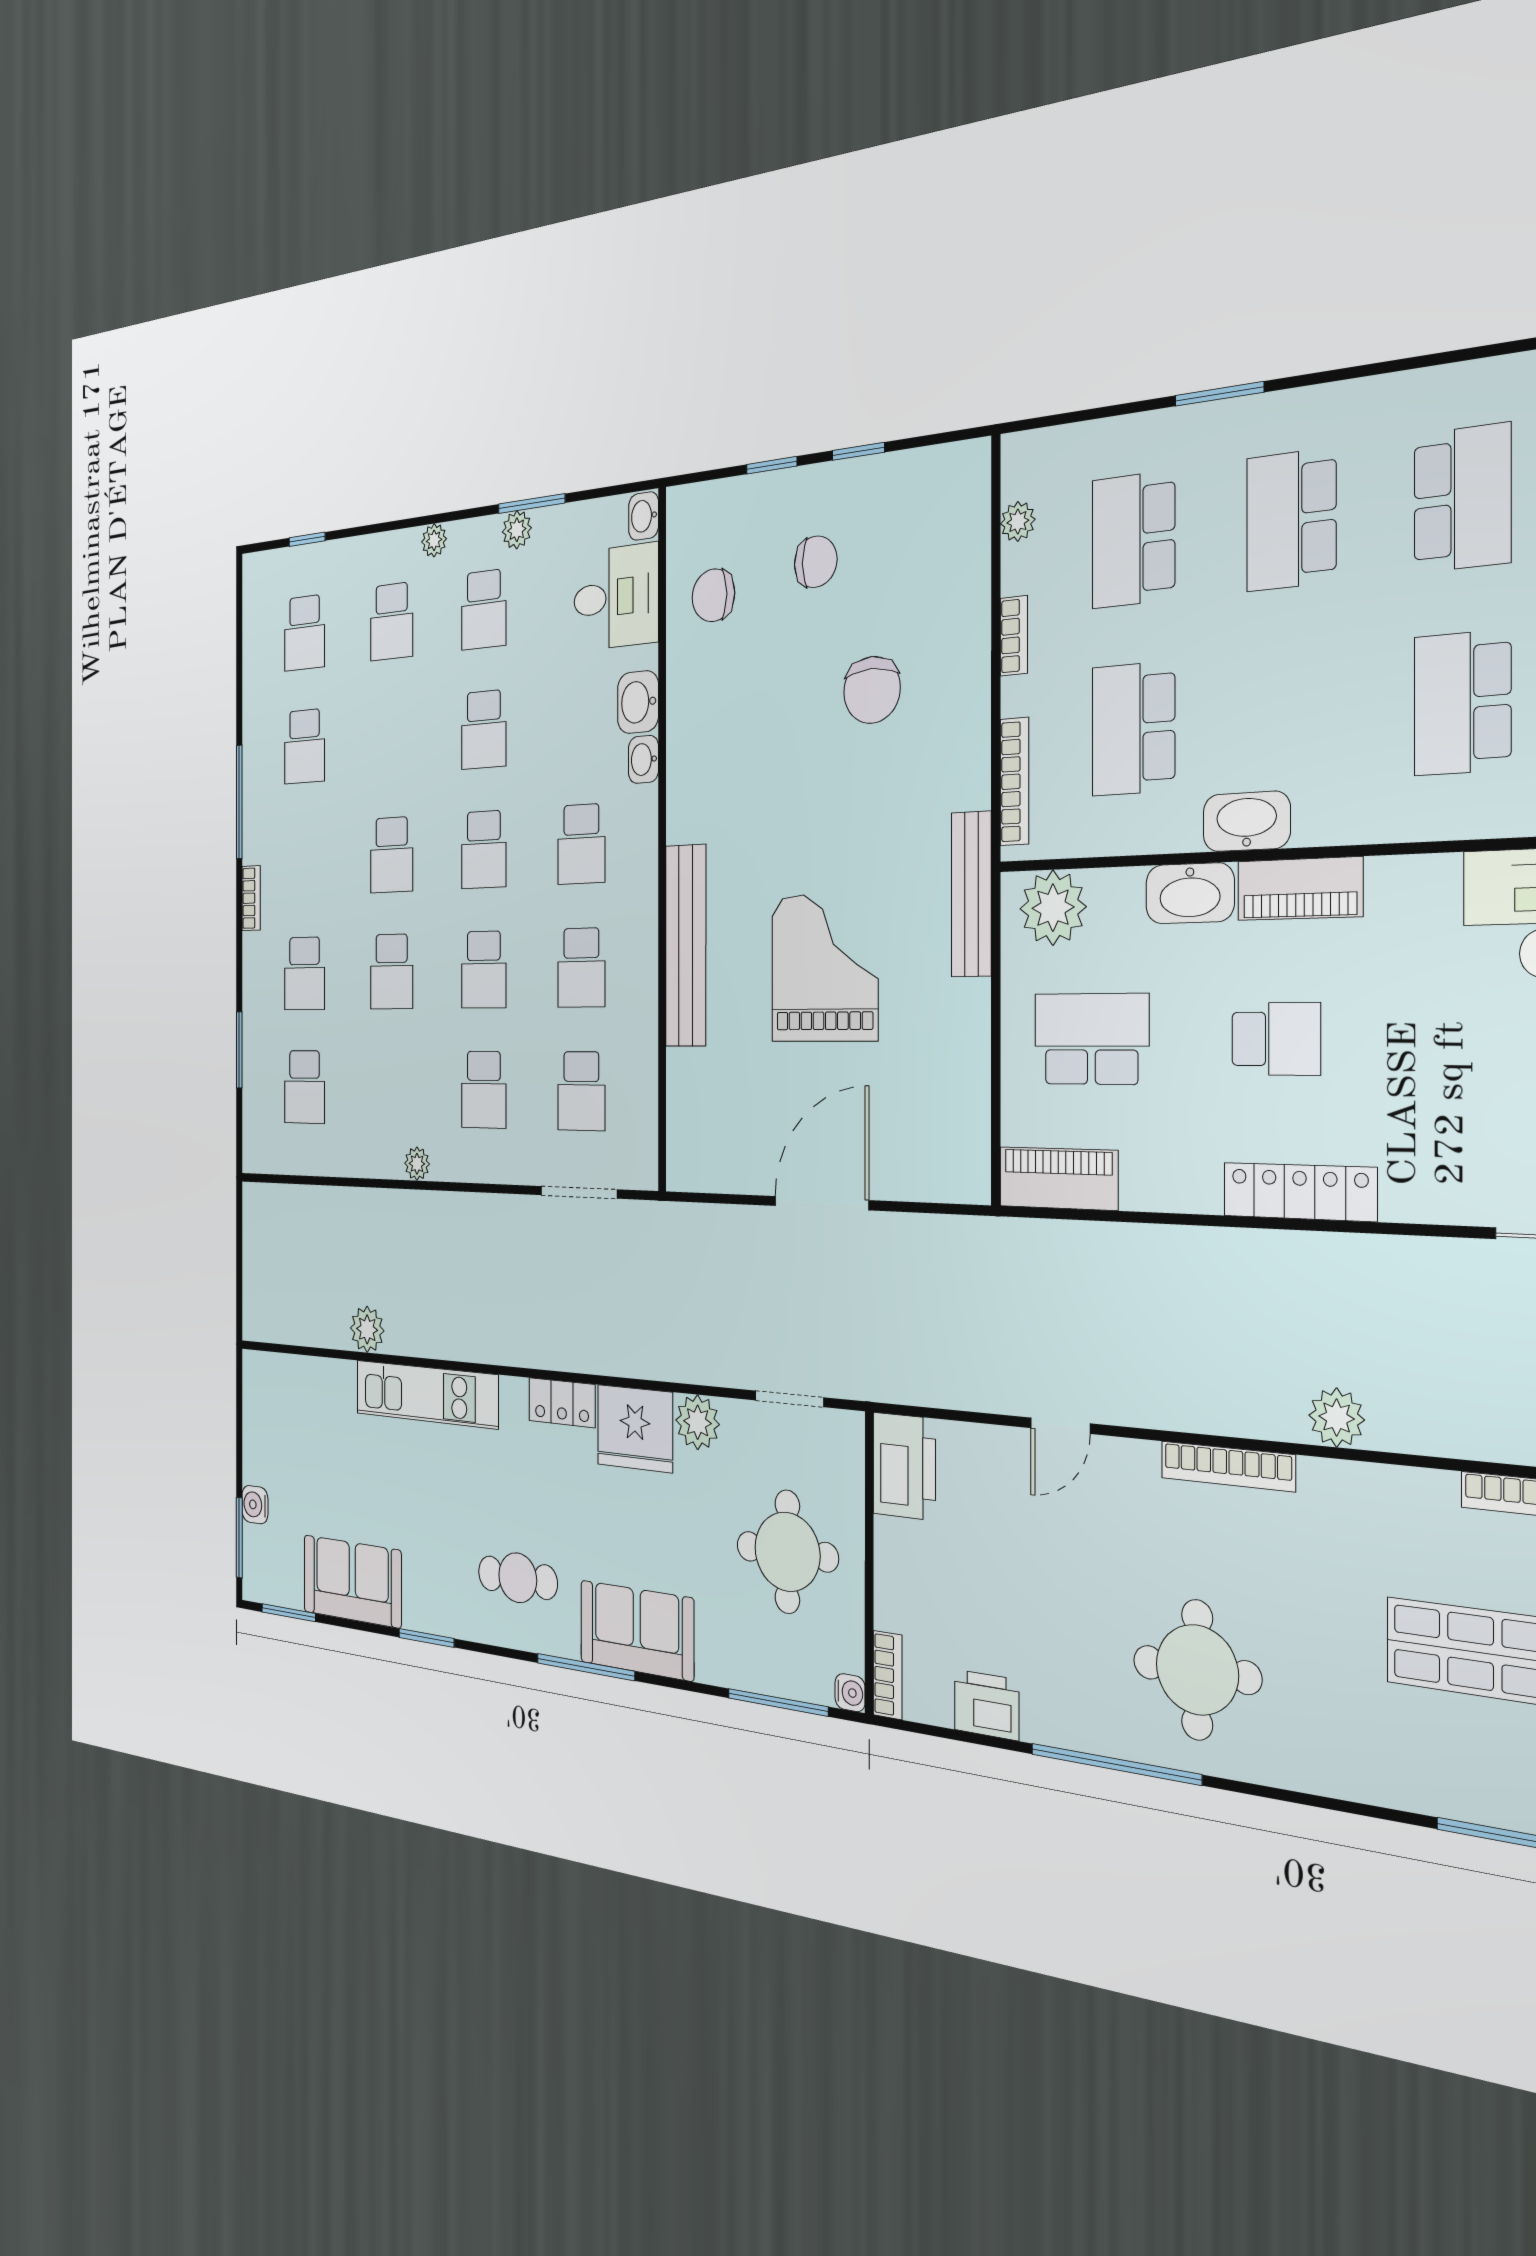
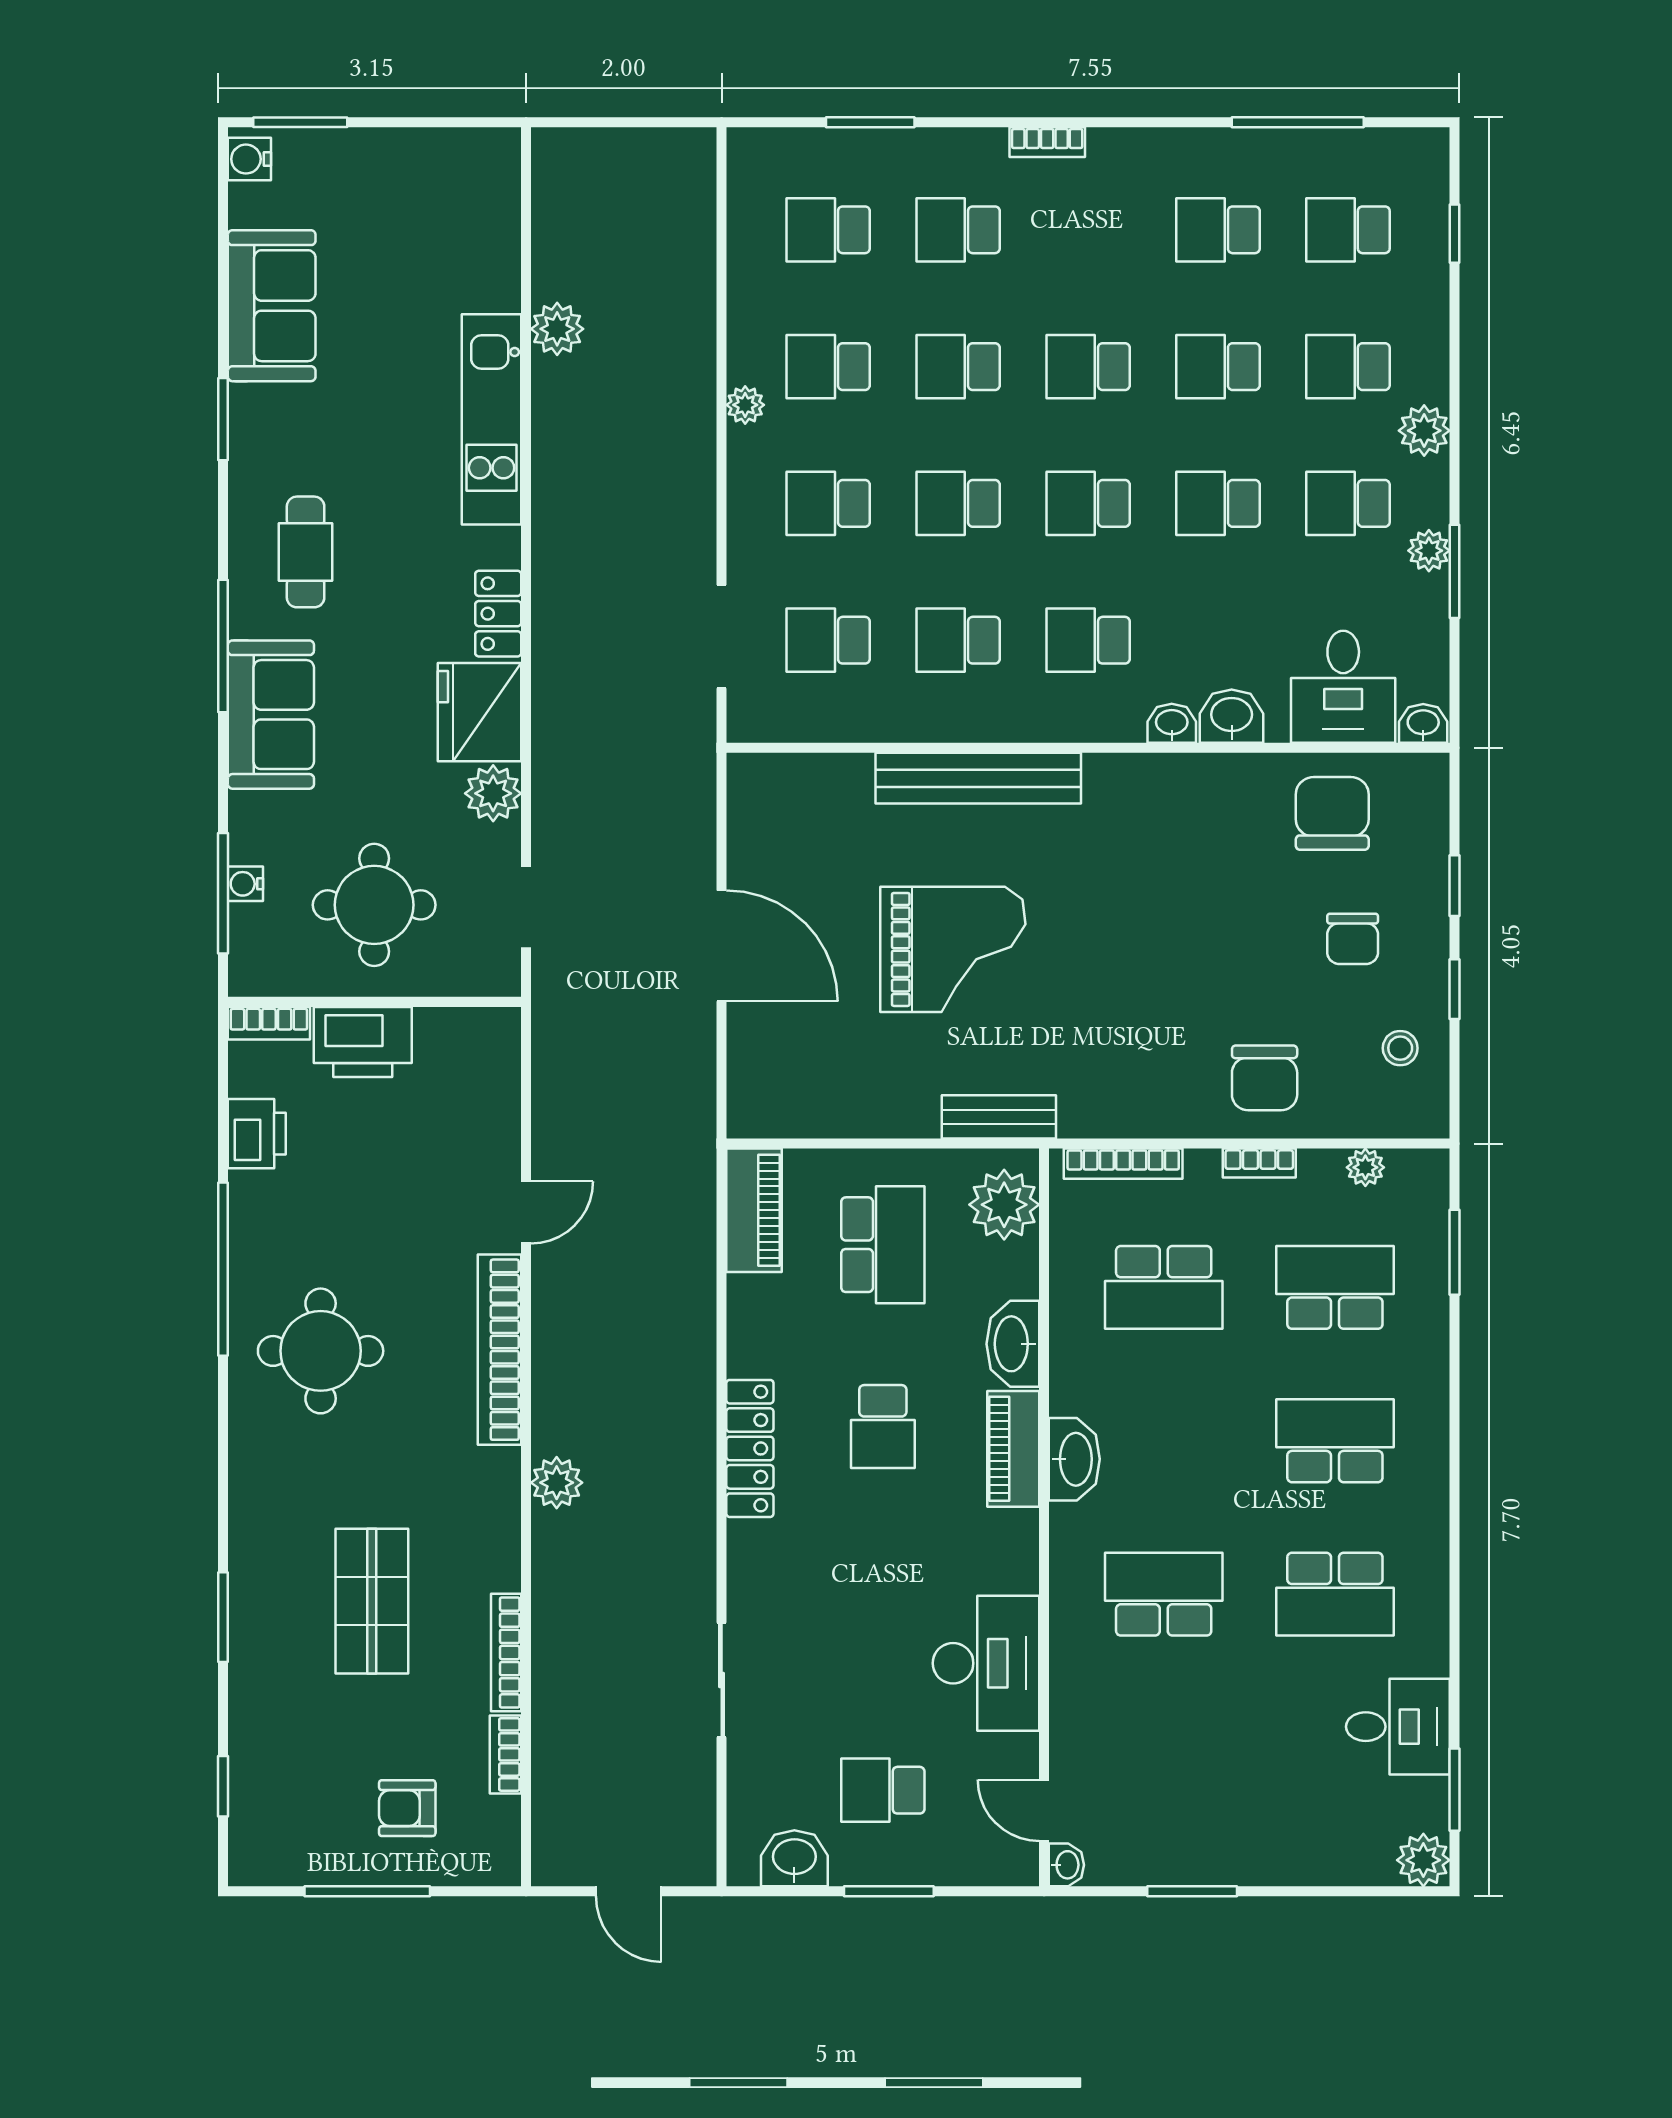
window: (1219, 394) -> (1455, 1252), moved
stool: (910, 500) -> (1400, 1048), added
plant: (434, 540) -> (1424, 431), width x1.38, depth x1.38
chair: (713, 595) -> (1332, 813), width x1.37, depth x1.37
chair: (872, 690) -> (1265, 1078), moved, turned -90
school desk: (1133, 729) -> (1164, 1287), turned 180
school desk: (392, 738) -> (1218, 367), added
window: (239, 802) -> (1298, 122), moved
washbasin: (1247, 821) -> (1074, 1459), moved
bench: (971, 894) -> (999, 1117), width x0.73
school desk: (392, 1088) -> (828, 367), added
door: (1060, 1426) -> (526, 1212), swing flipped
printer: (904, 1466) -> (363, 1042), moved
bookcase: (1228, 1466) -> (500, 1350), width x1.48, depth x1.31
water cooler: (255, 1505) -> (249, 159), moved, turned -90
window: (289, 1613) -> (223, 204), removed
water cooler: (850, 1693) -> (245, 884), moved, turned 90

